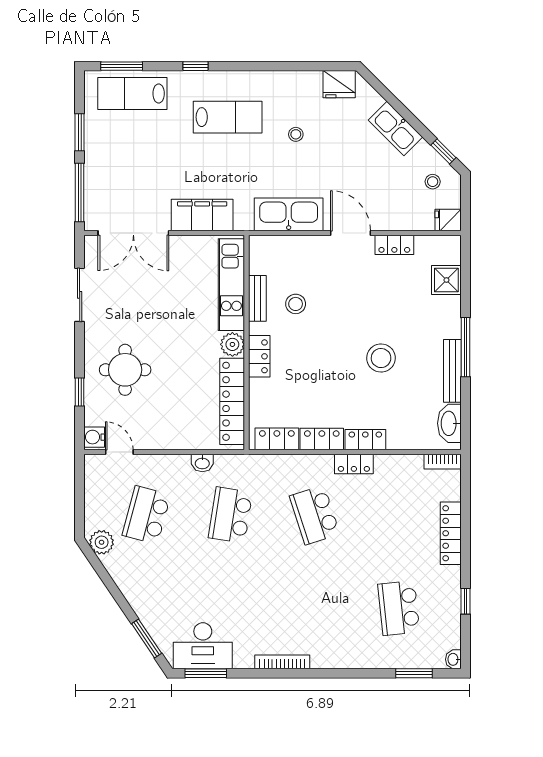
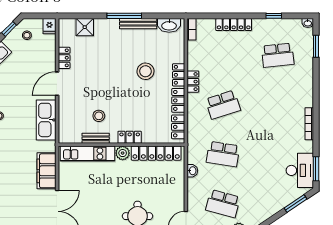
stool: (381, 358) -> (145, 71), moved

